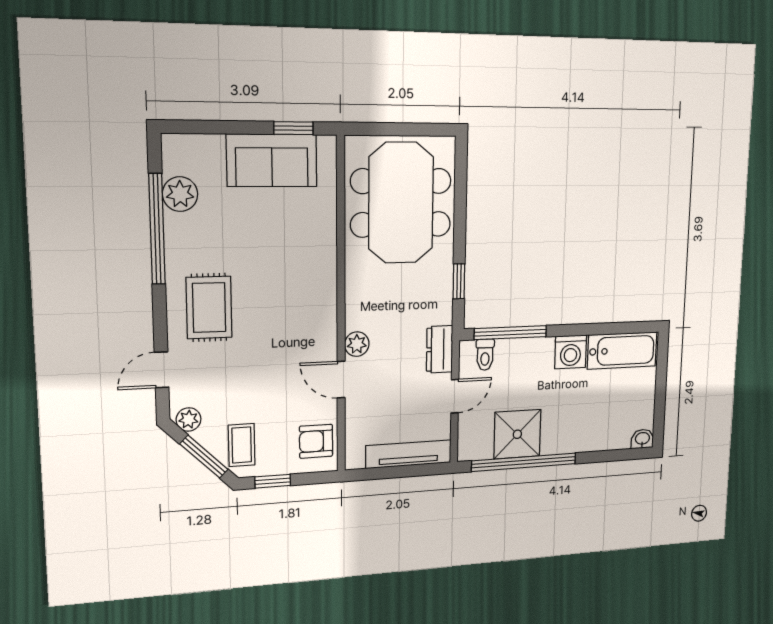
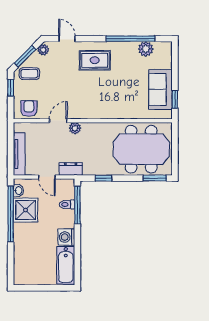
window: (461, 173) -> (155, 178), added
toilet: (485, 355) -> (67, 204), moved
washbasin: (642, 439) -> (18, 191), moved

